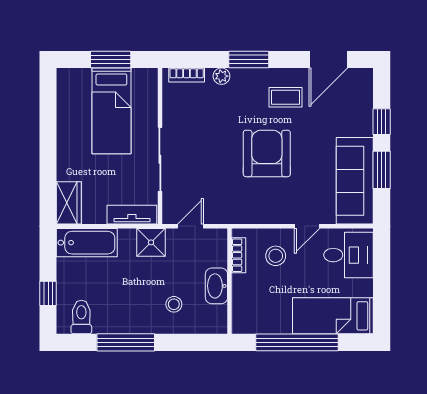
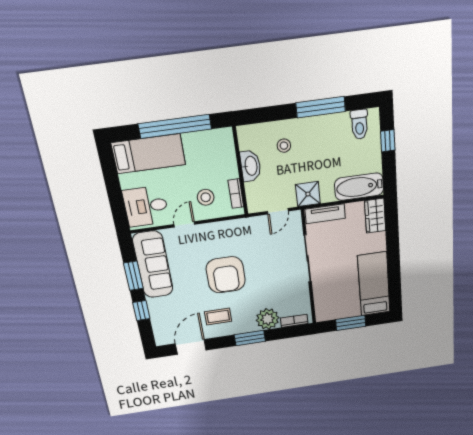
plant: (221, 76) -> (268, 319), width x1.88, depth x1.88
bed: (111, 111) -> (374, 284), moved

